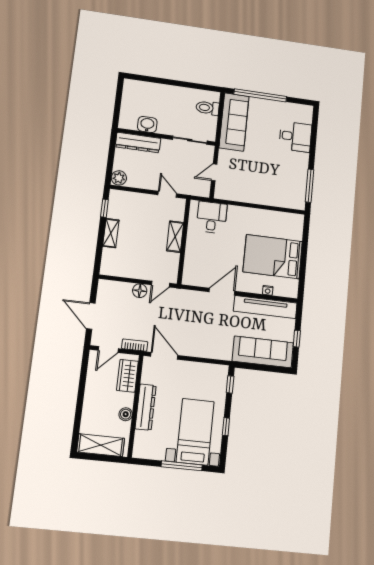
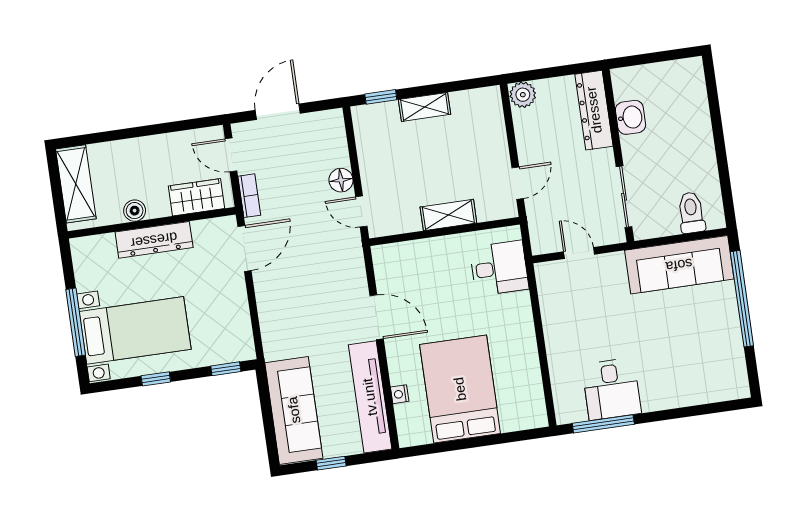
desk: (295, 137) -> (611, 389), moved
window: (104, 208) -> (381, 97), moved

